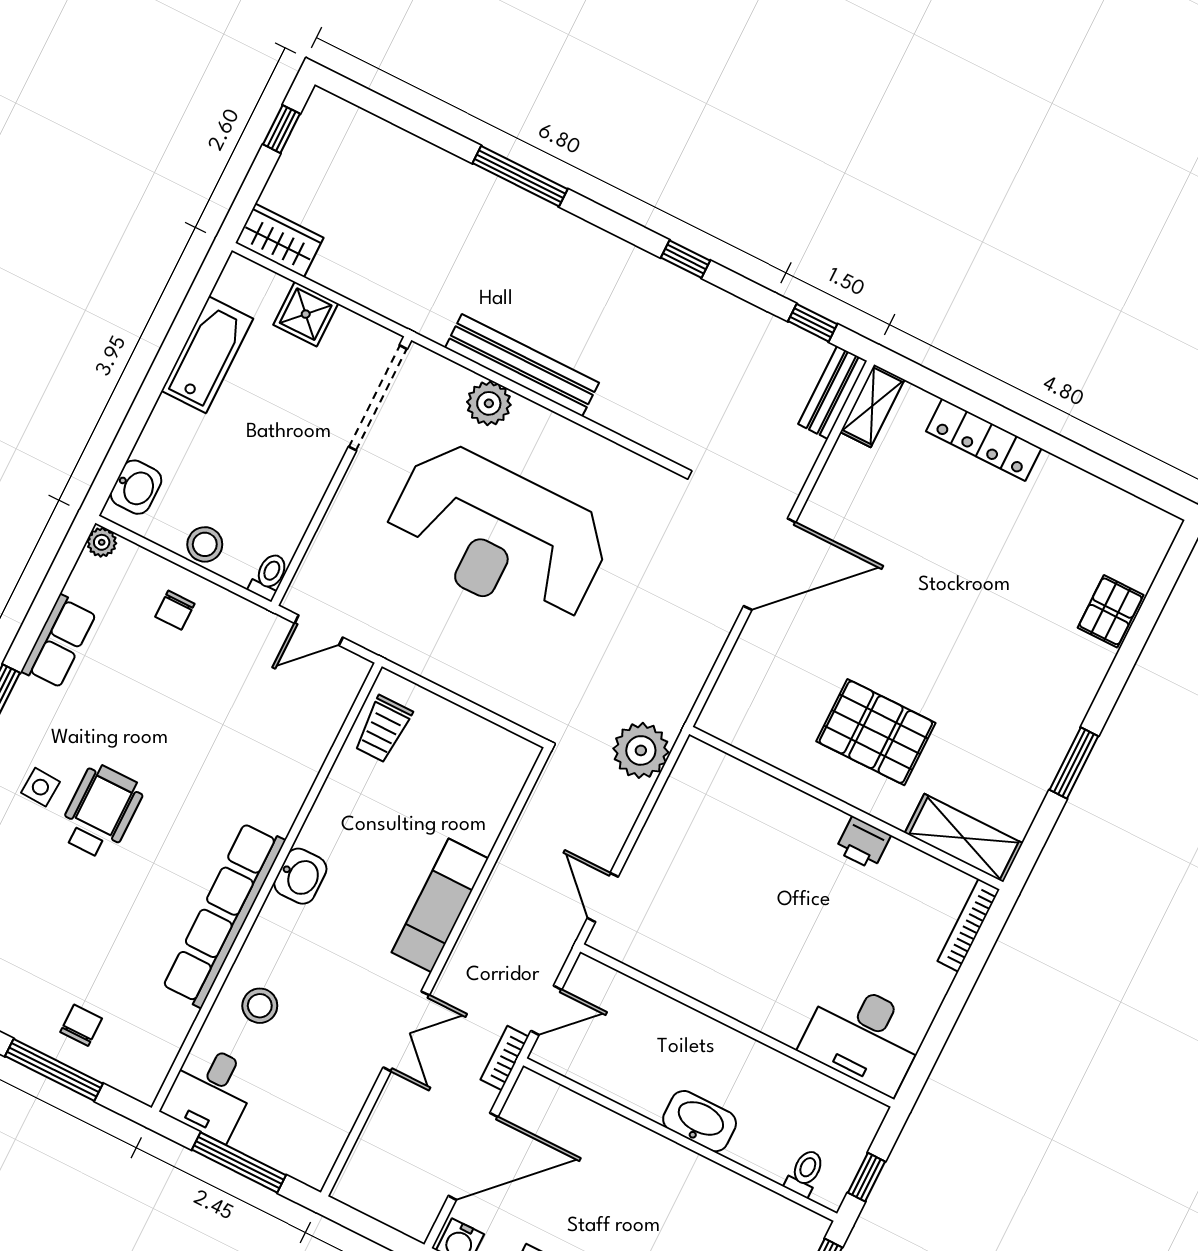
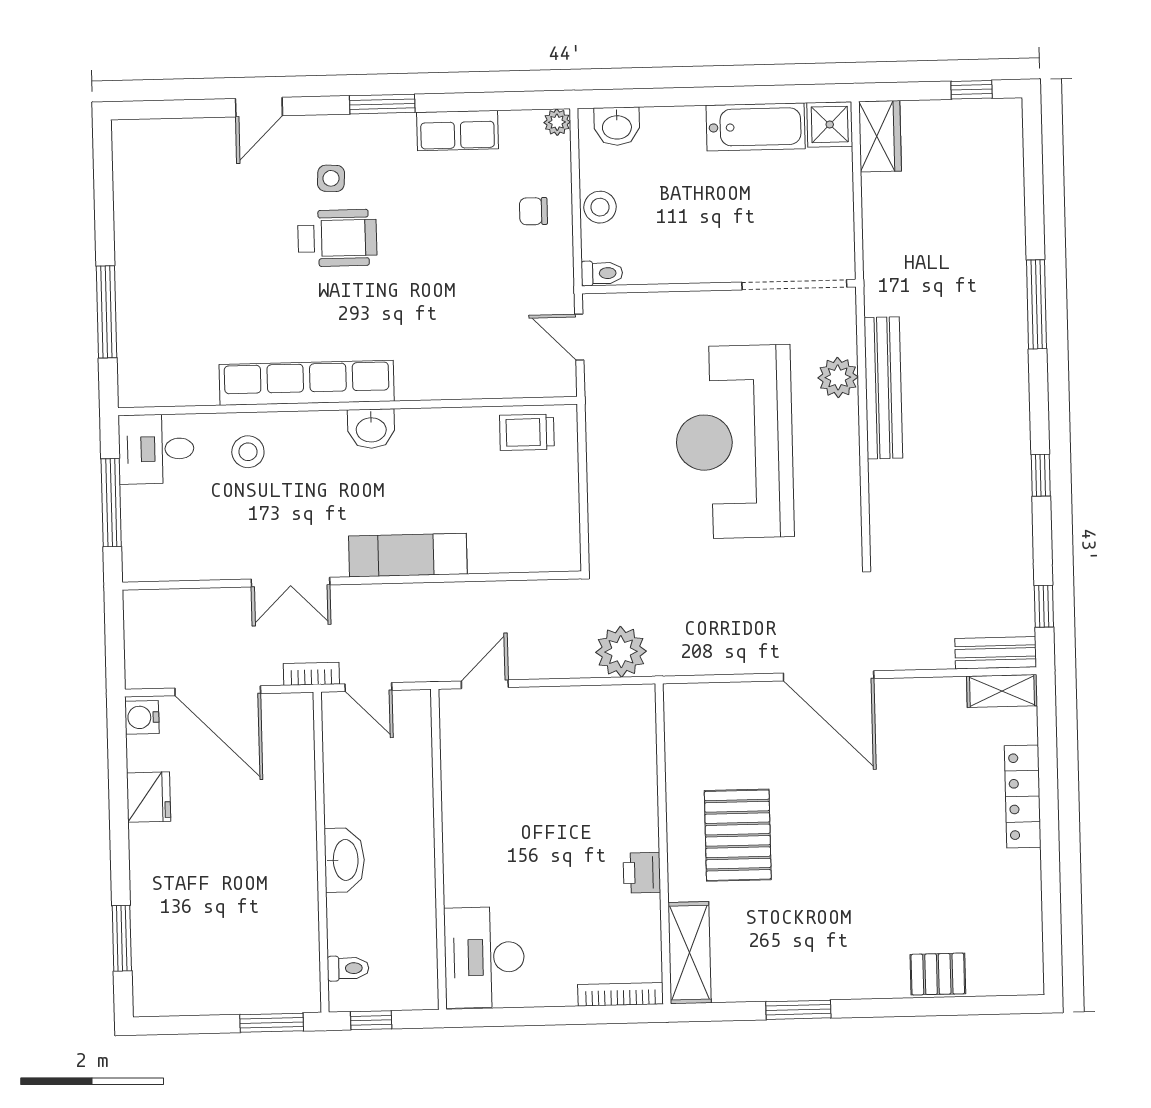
shower: (306, 314) -> (830, 124), moved
chair: (81, 1025) -> (155, 315), removed

